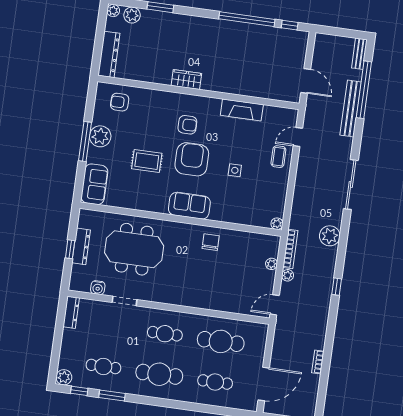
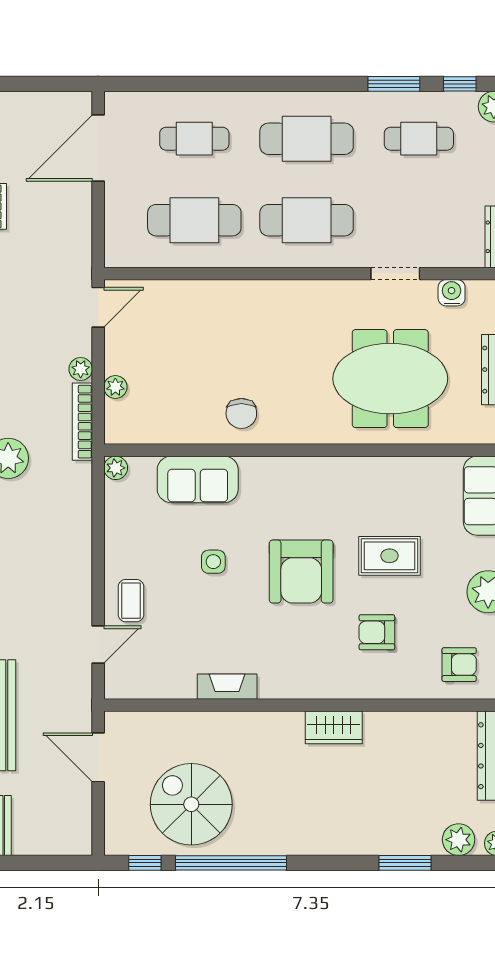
spiral stairs: (263, 51) -> (191, 804), added
fireplace: (242, 110) -> (227, 687), width x0.73, depth x0.76
armchair: (187, 125) -> (377, 632), moved
sofa: (189, 206) -> (198, 479), moved
cafe table: (165, 334) -> (307, 220), width x1.37, depth x1.35

